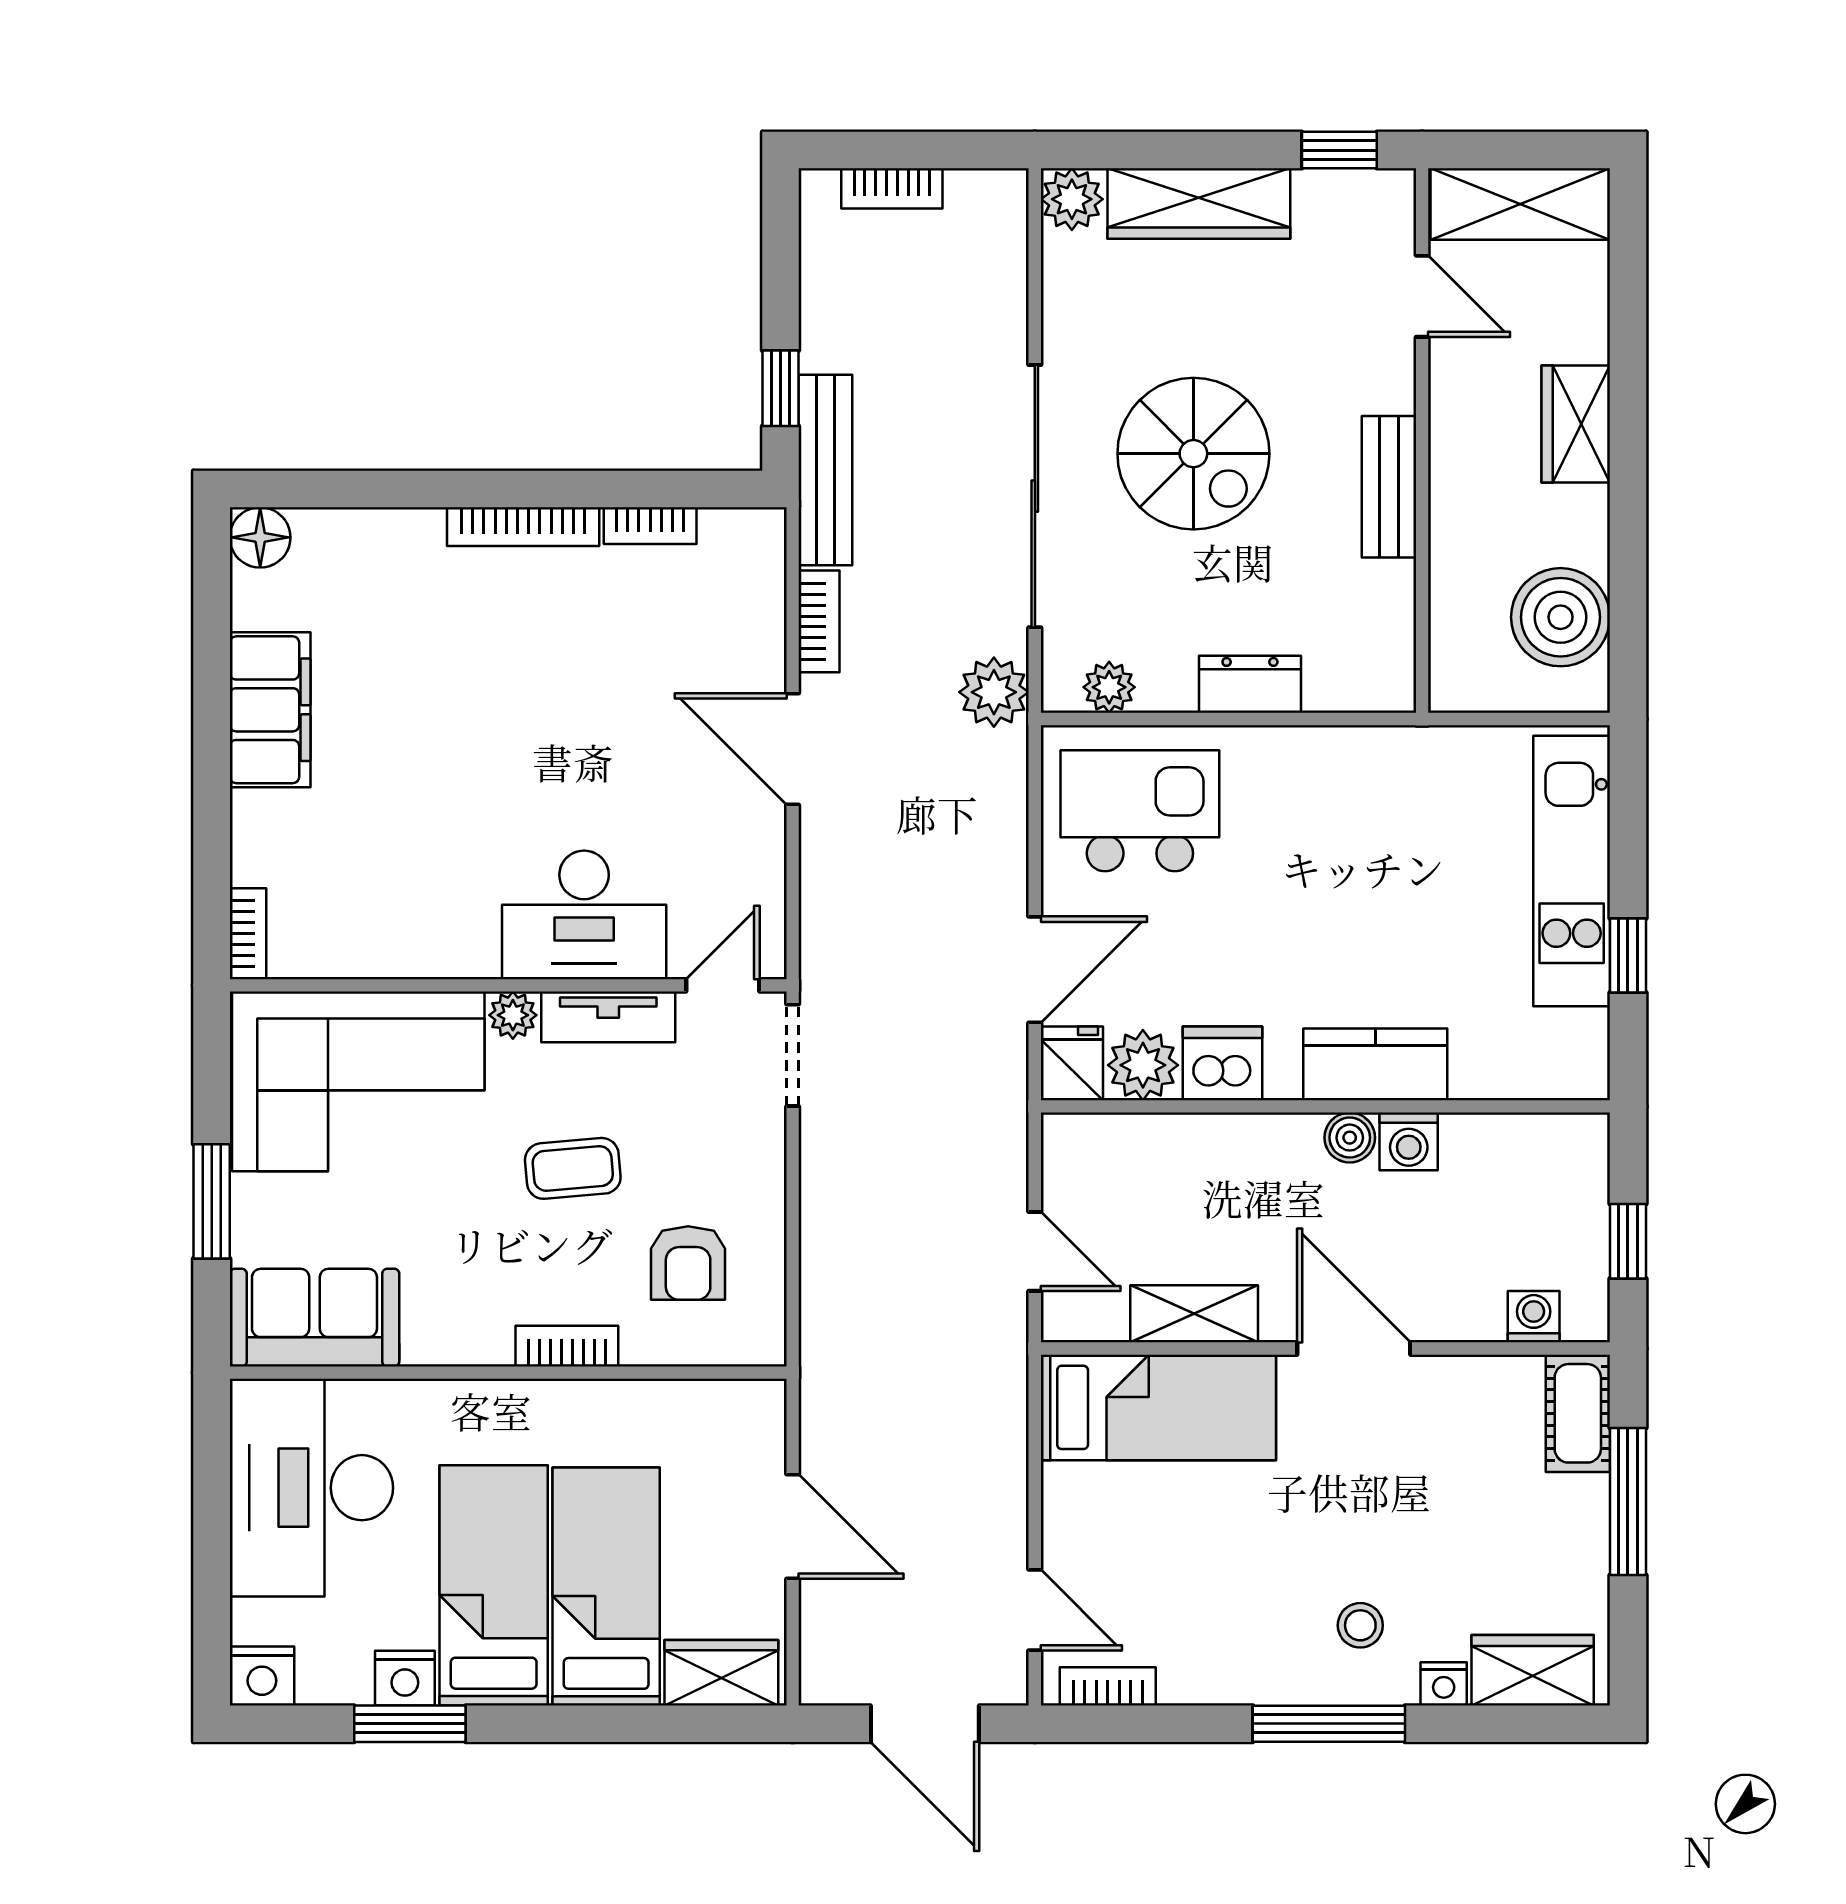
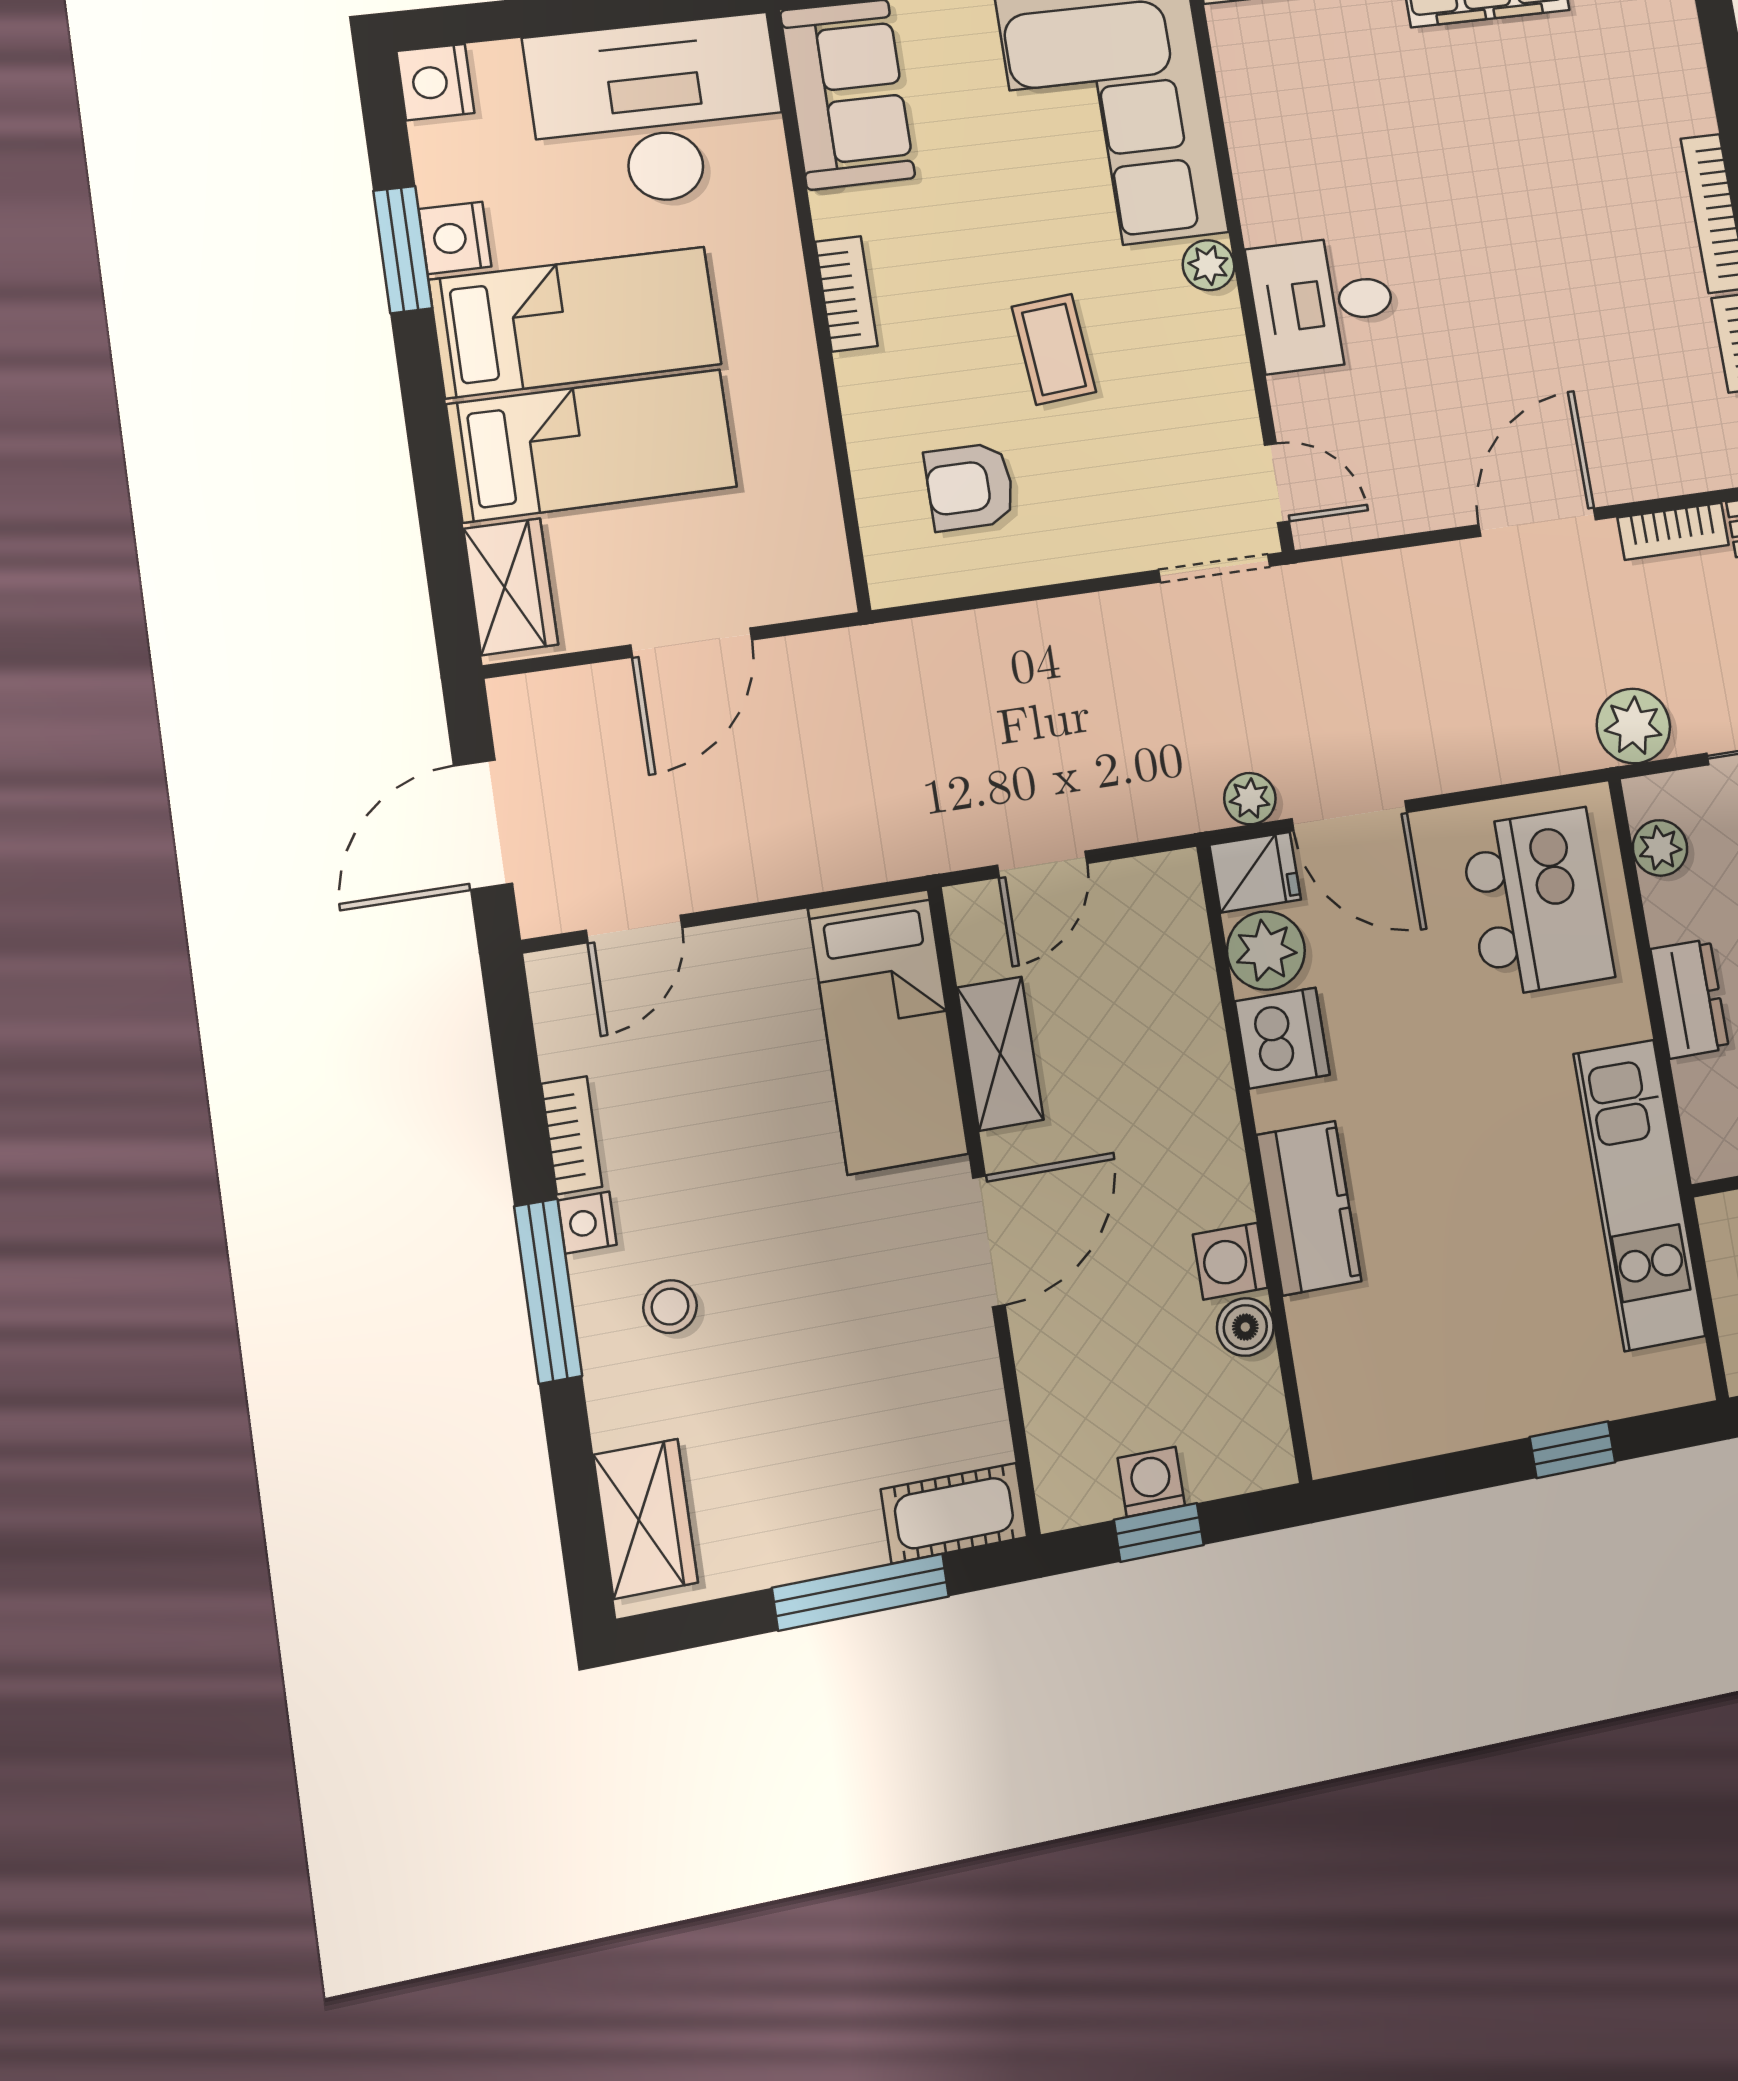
kitchen unit: (1572, 871) -> (1639, 1195), moved, turned -90
desk: (584, 915) -> (1323, 303), width x0.73
window: (1628, 955) -> (1572, 1450), moved
tv unit: (608, 1017) -> (1223, 366), removed
plant: (1005, 1057) -> (1250, 799), added
boiler: (1350, 1138) -> (1245, 1327), moved
washing machine: (1534, 1317) -> (1151, 1482), moved, turned -90
bookcase: (567, 1346) -> (846, 294), moved
nightstand: (1444, 1684) -> (587, 1223), moved
bookcase: (1108, 1686) -> (572, 1135), moved

